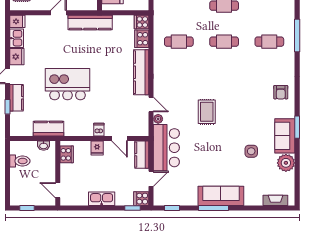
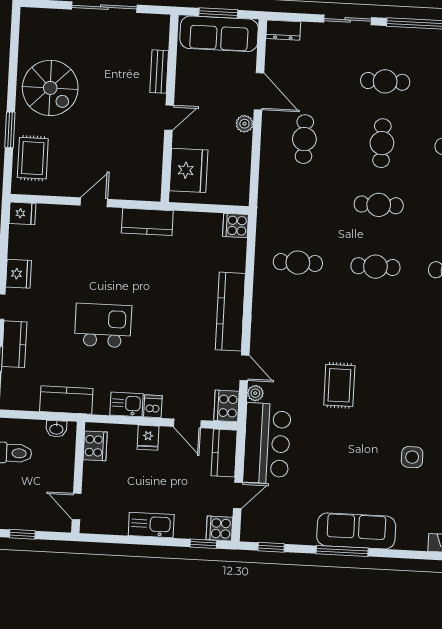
kitchen counter: (90, 23) -> (147, 222), width x0.67
kitchen sink: (17, 38) -> (127, 404), moved, turned -90
cooker: (142, 39) -> (227, 406), moved
kitchen island: (67, 84) -> (103, 325), width x0.73, depth x0.78

